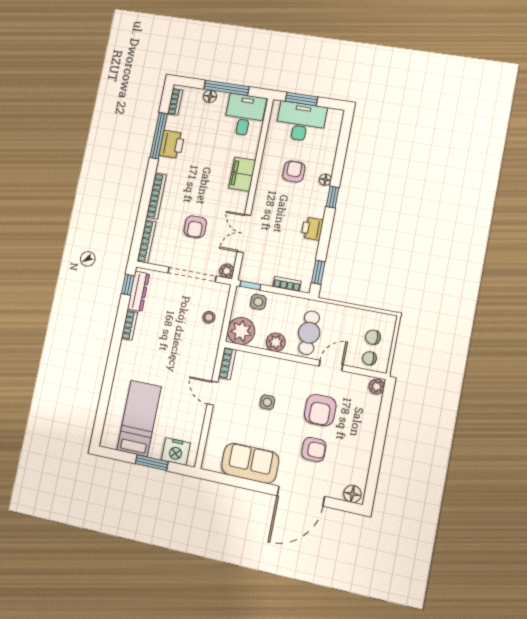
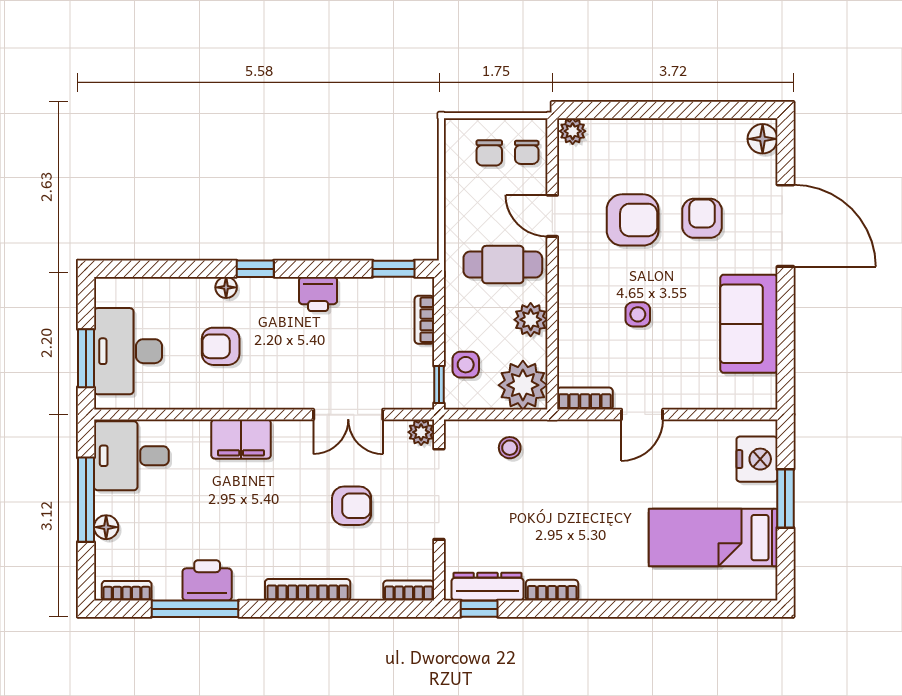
bookcase: (147, 242) -> (409, 590), width x0.64

